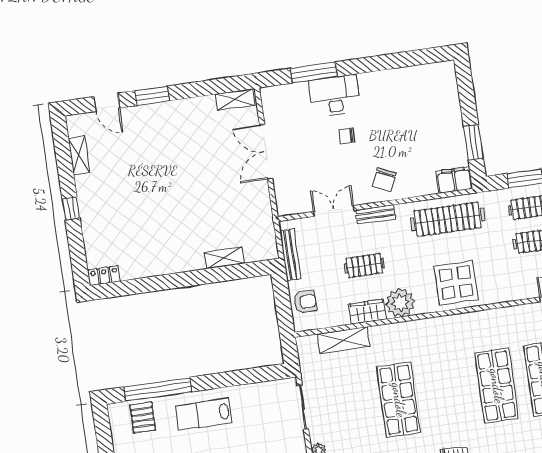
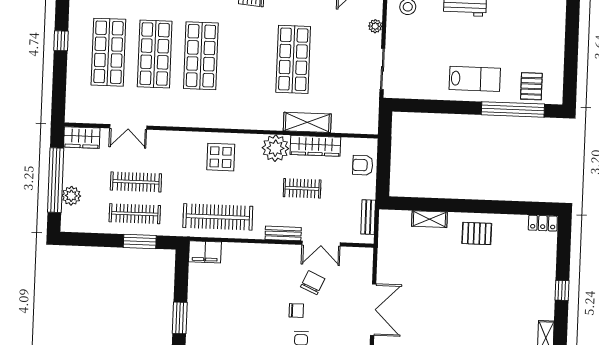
window: (473, 142) -> (180, 318), moved
chair: (384, 180) -> (313, 283), moved
pallet: (172, 252) -> (477, 233), added
bench: (290, 255) -> (368, 217), width x0.73
display table: (456, 283) -> (221, 157), width x0.73, depth x0.73
wardrobe: (367, 312) -> (315, 146), width x1.50
shelving: (344, 340) -> (307, 122), moved

